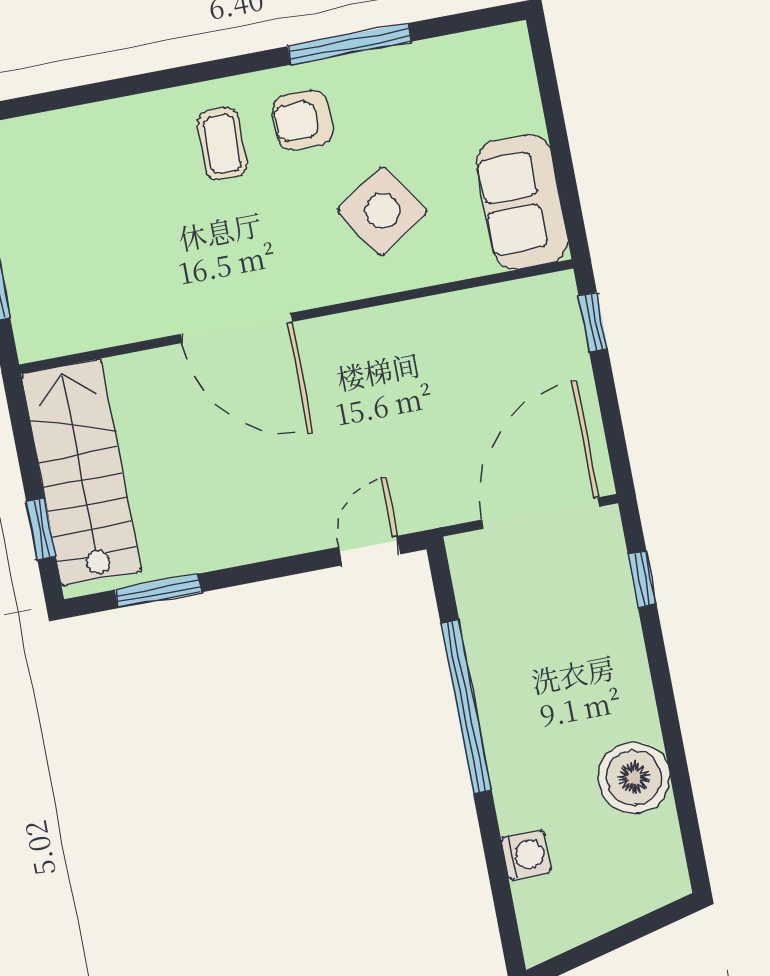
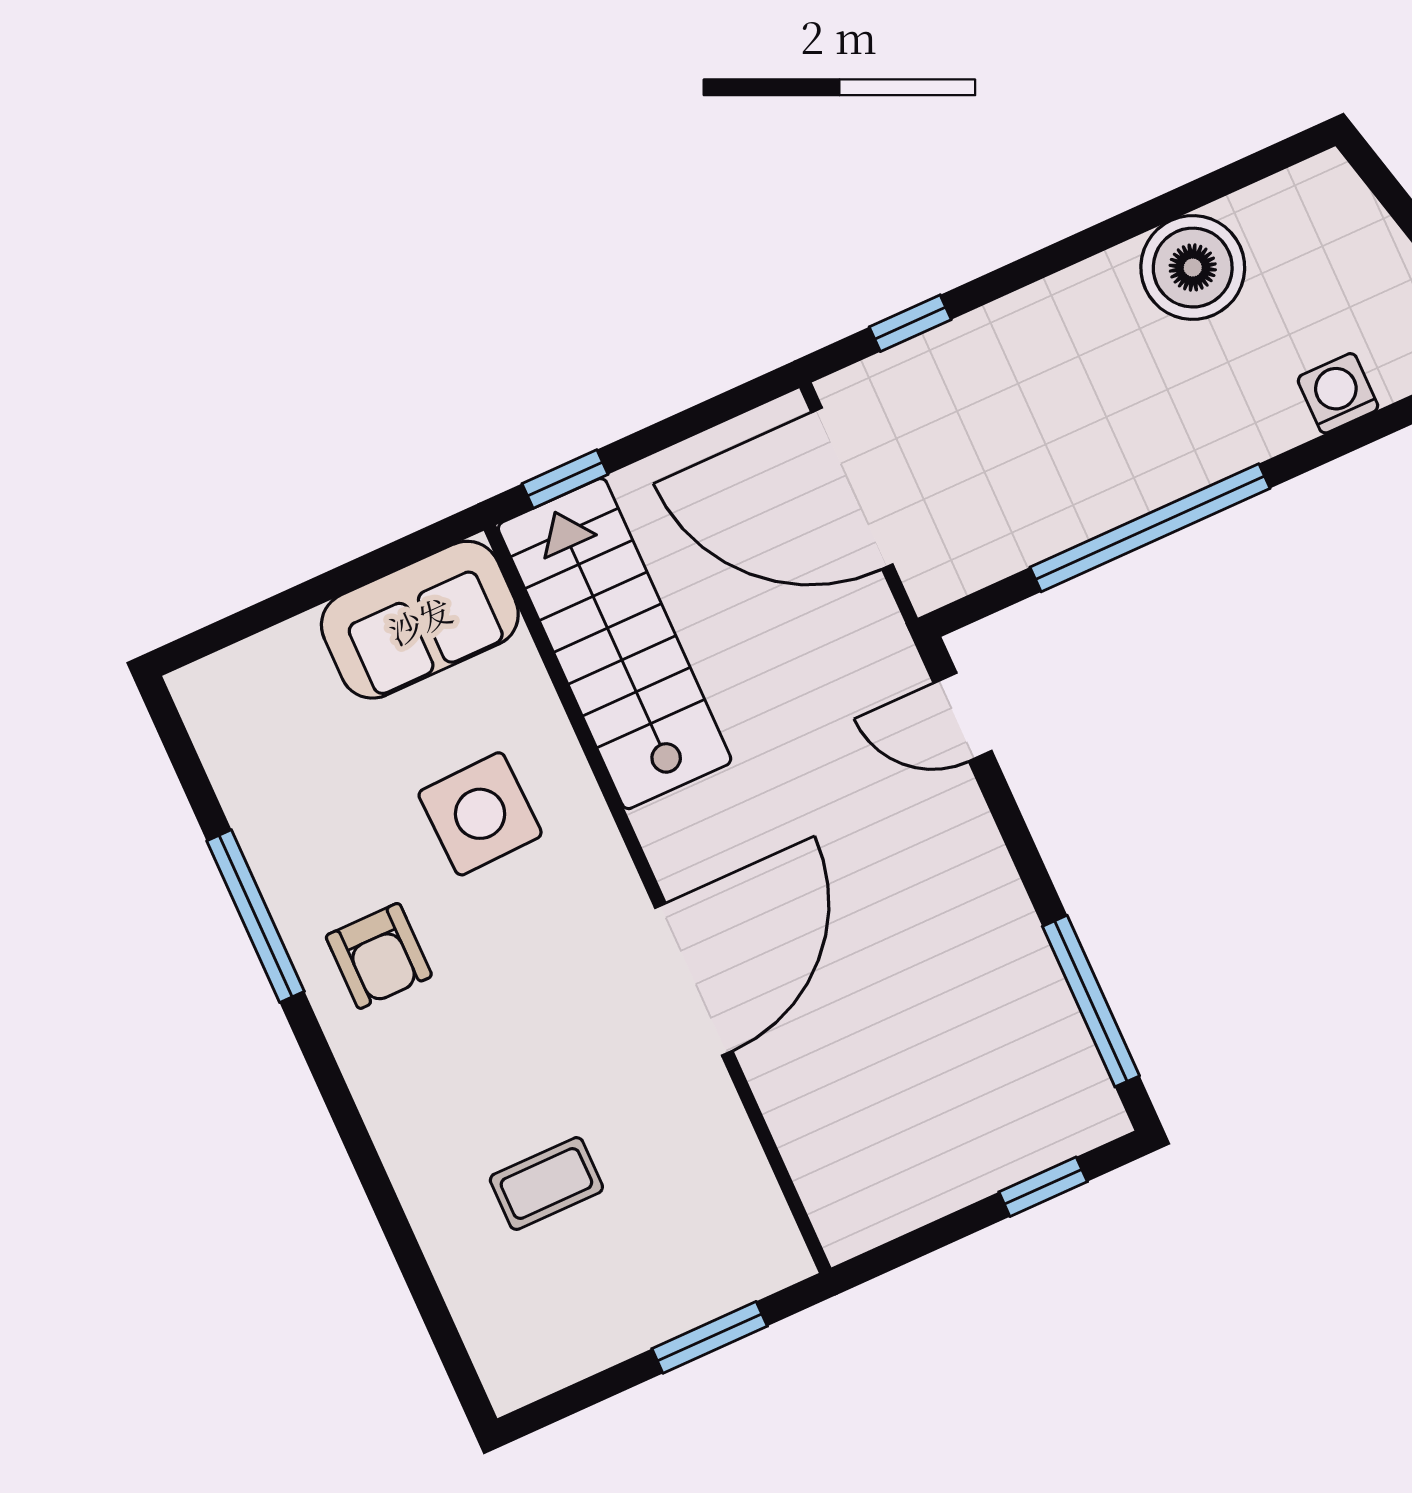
coffee table: (222, 144) -> (546, 1184), moved
side table: (382, 211) -> (480, 814), turned 31
stairs: (81, 472) -> (615, 644), moved, turned 90
window: (158, 591) -> (1091, 1001), width x1.44

